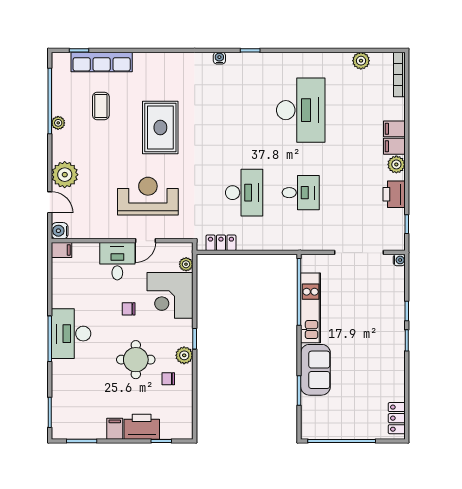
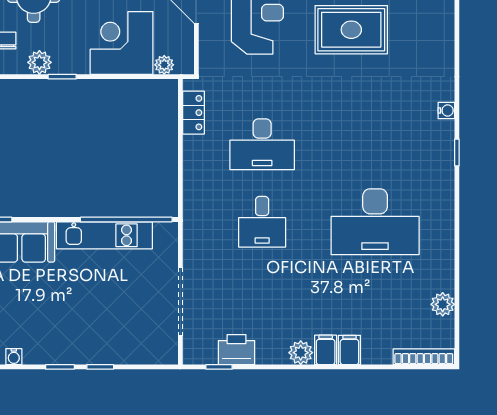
printer: (394, 194) -> (236, 350), moved
water cooler: (399, 260) -> (14, 357), moved

